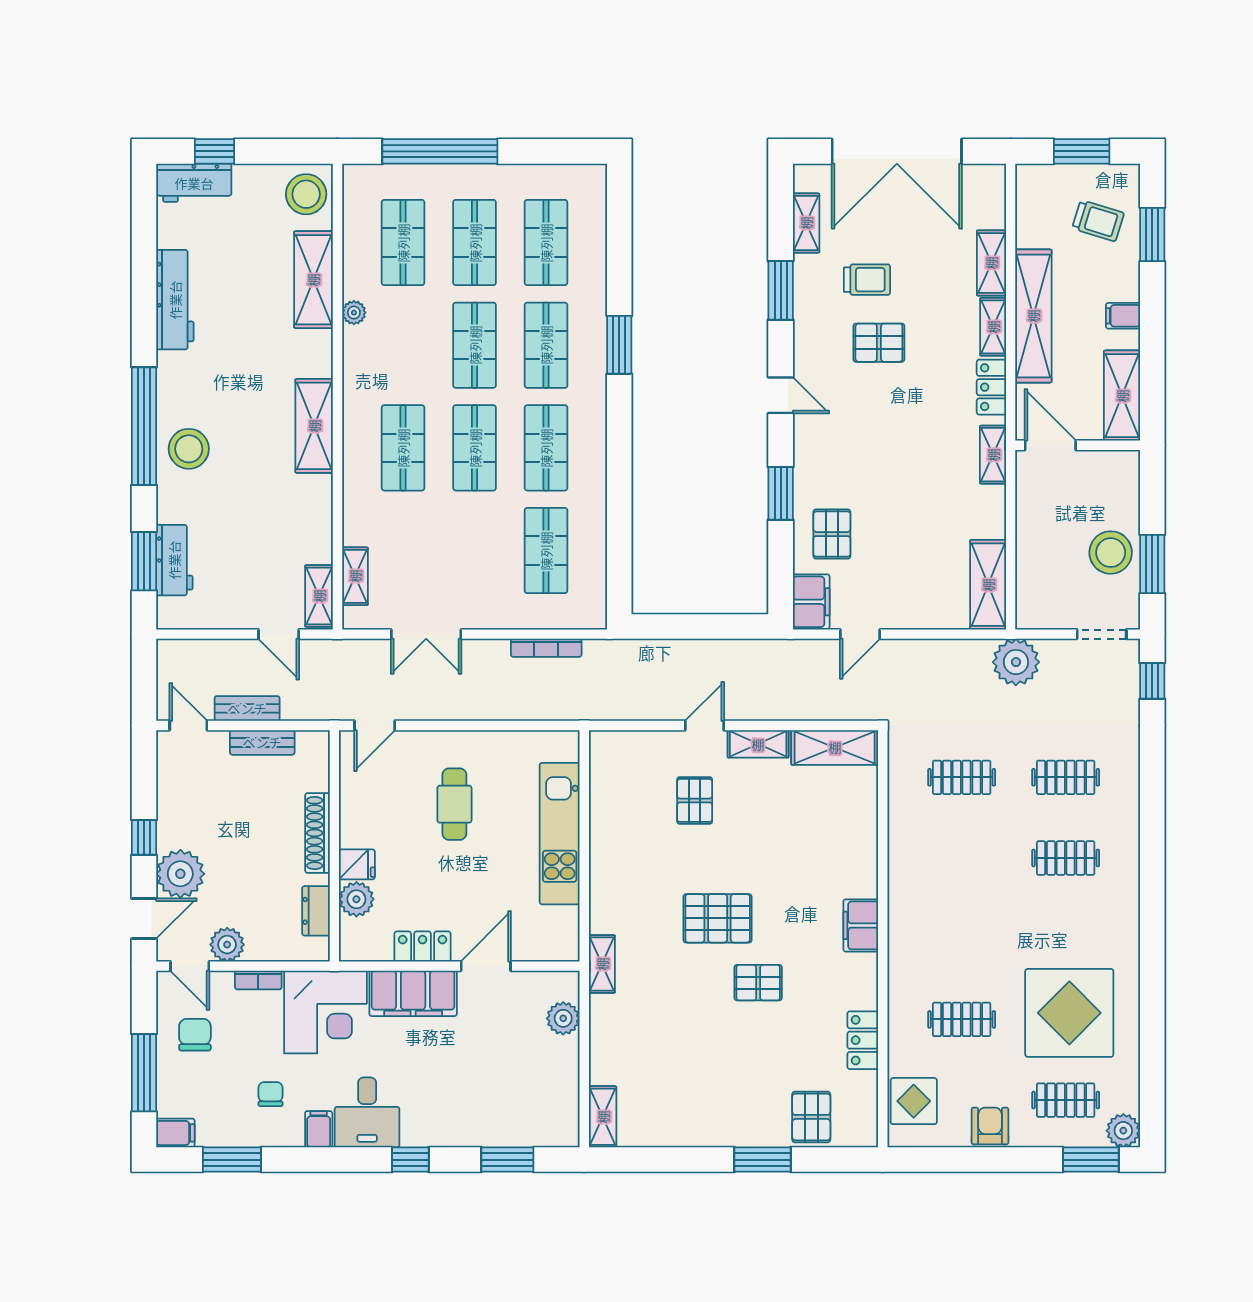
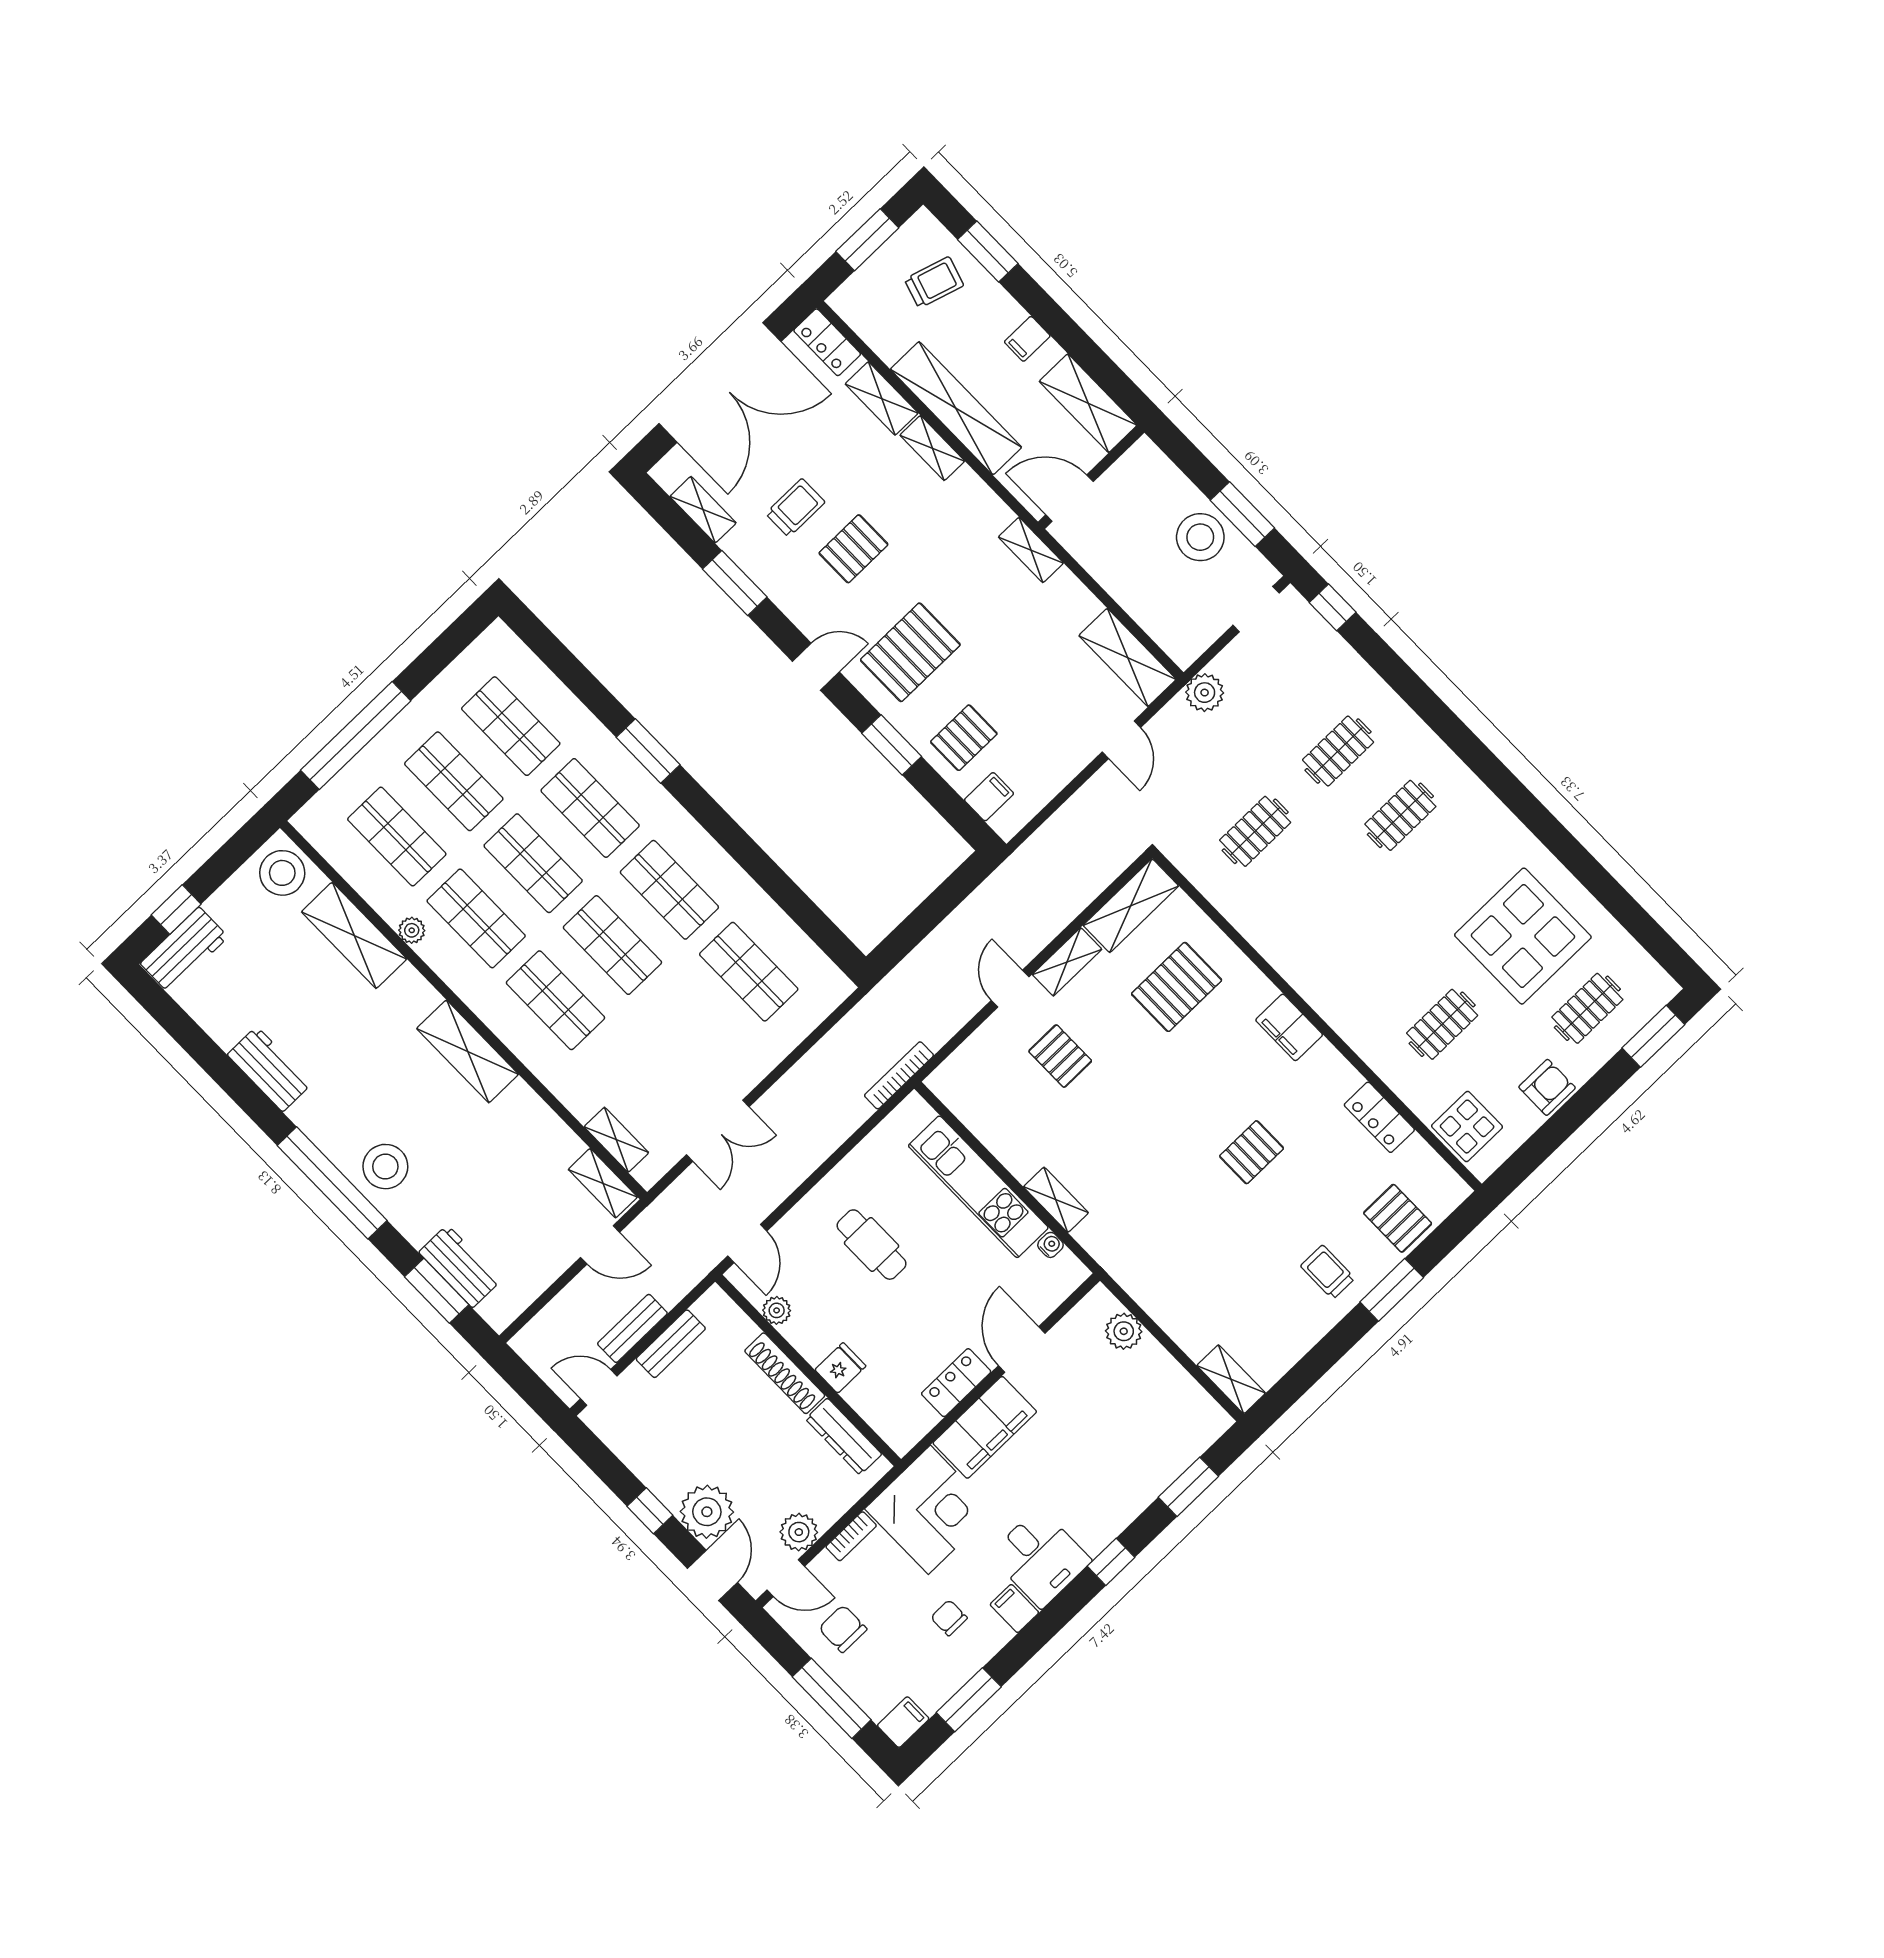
workbench: (175, 300) -> (270, 1069), width x0.73
shop shelf: (403, 345) -> (476, 918), added
locker: (991, 387) -> (827, 342), moved
pallet: (851, 445) -> (910, 652), added
pallet: (832, 534) -> (964, 738), turned 90
filing cabinet: (811, 602) -> (989, 797), width x0.50
door: (860, 634) -> (1121, 740), moved
bookcase: (546, 648) -> (899, 1075), moved, turned 180
plant: (1016, 662) -> (1205, 693), width x0.73, depth x0.73
plant: (356, 899) -> (777, 1310), moved, width x0.73, depth x0.73
dresser: (316, 911) -> (844, 1437), width x1.44
water cooler: (570, 917) -> (1050, 1245), added
pallet: (718, 918) -> (1177, 987), moved
shelving: (602, 964) -> (1056, 1200), moved
trolley: (732, 1108) -> (1328, 1272), added
armchair: (990, 1126) -> (1547, 1087), turned 90
plant: (1123, 1131) -> (1657, 988), removed

